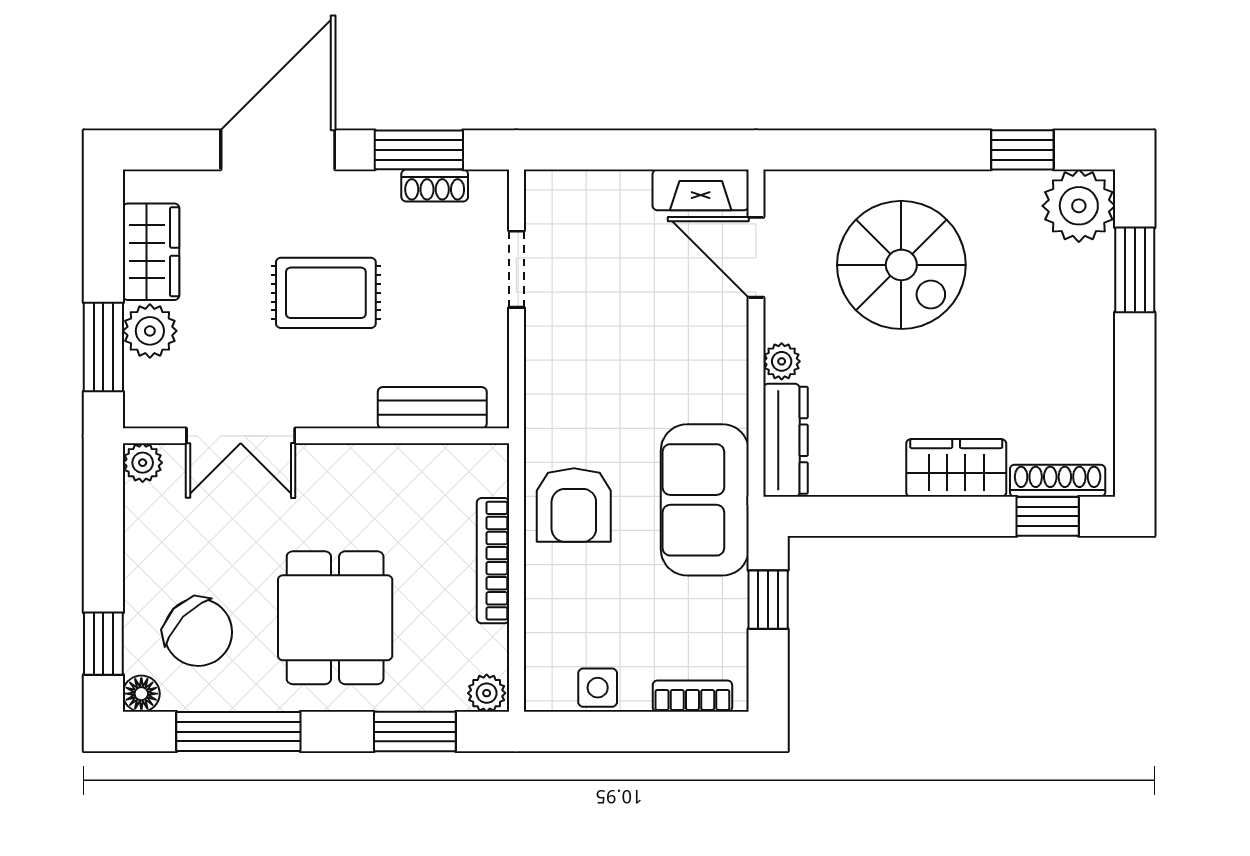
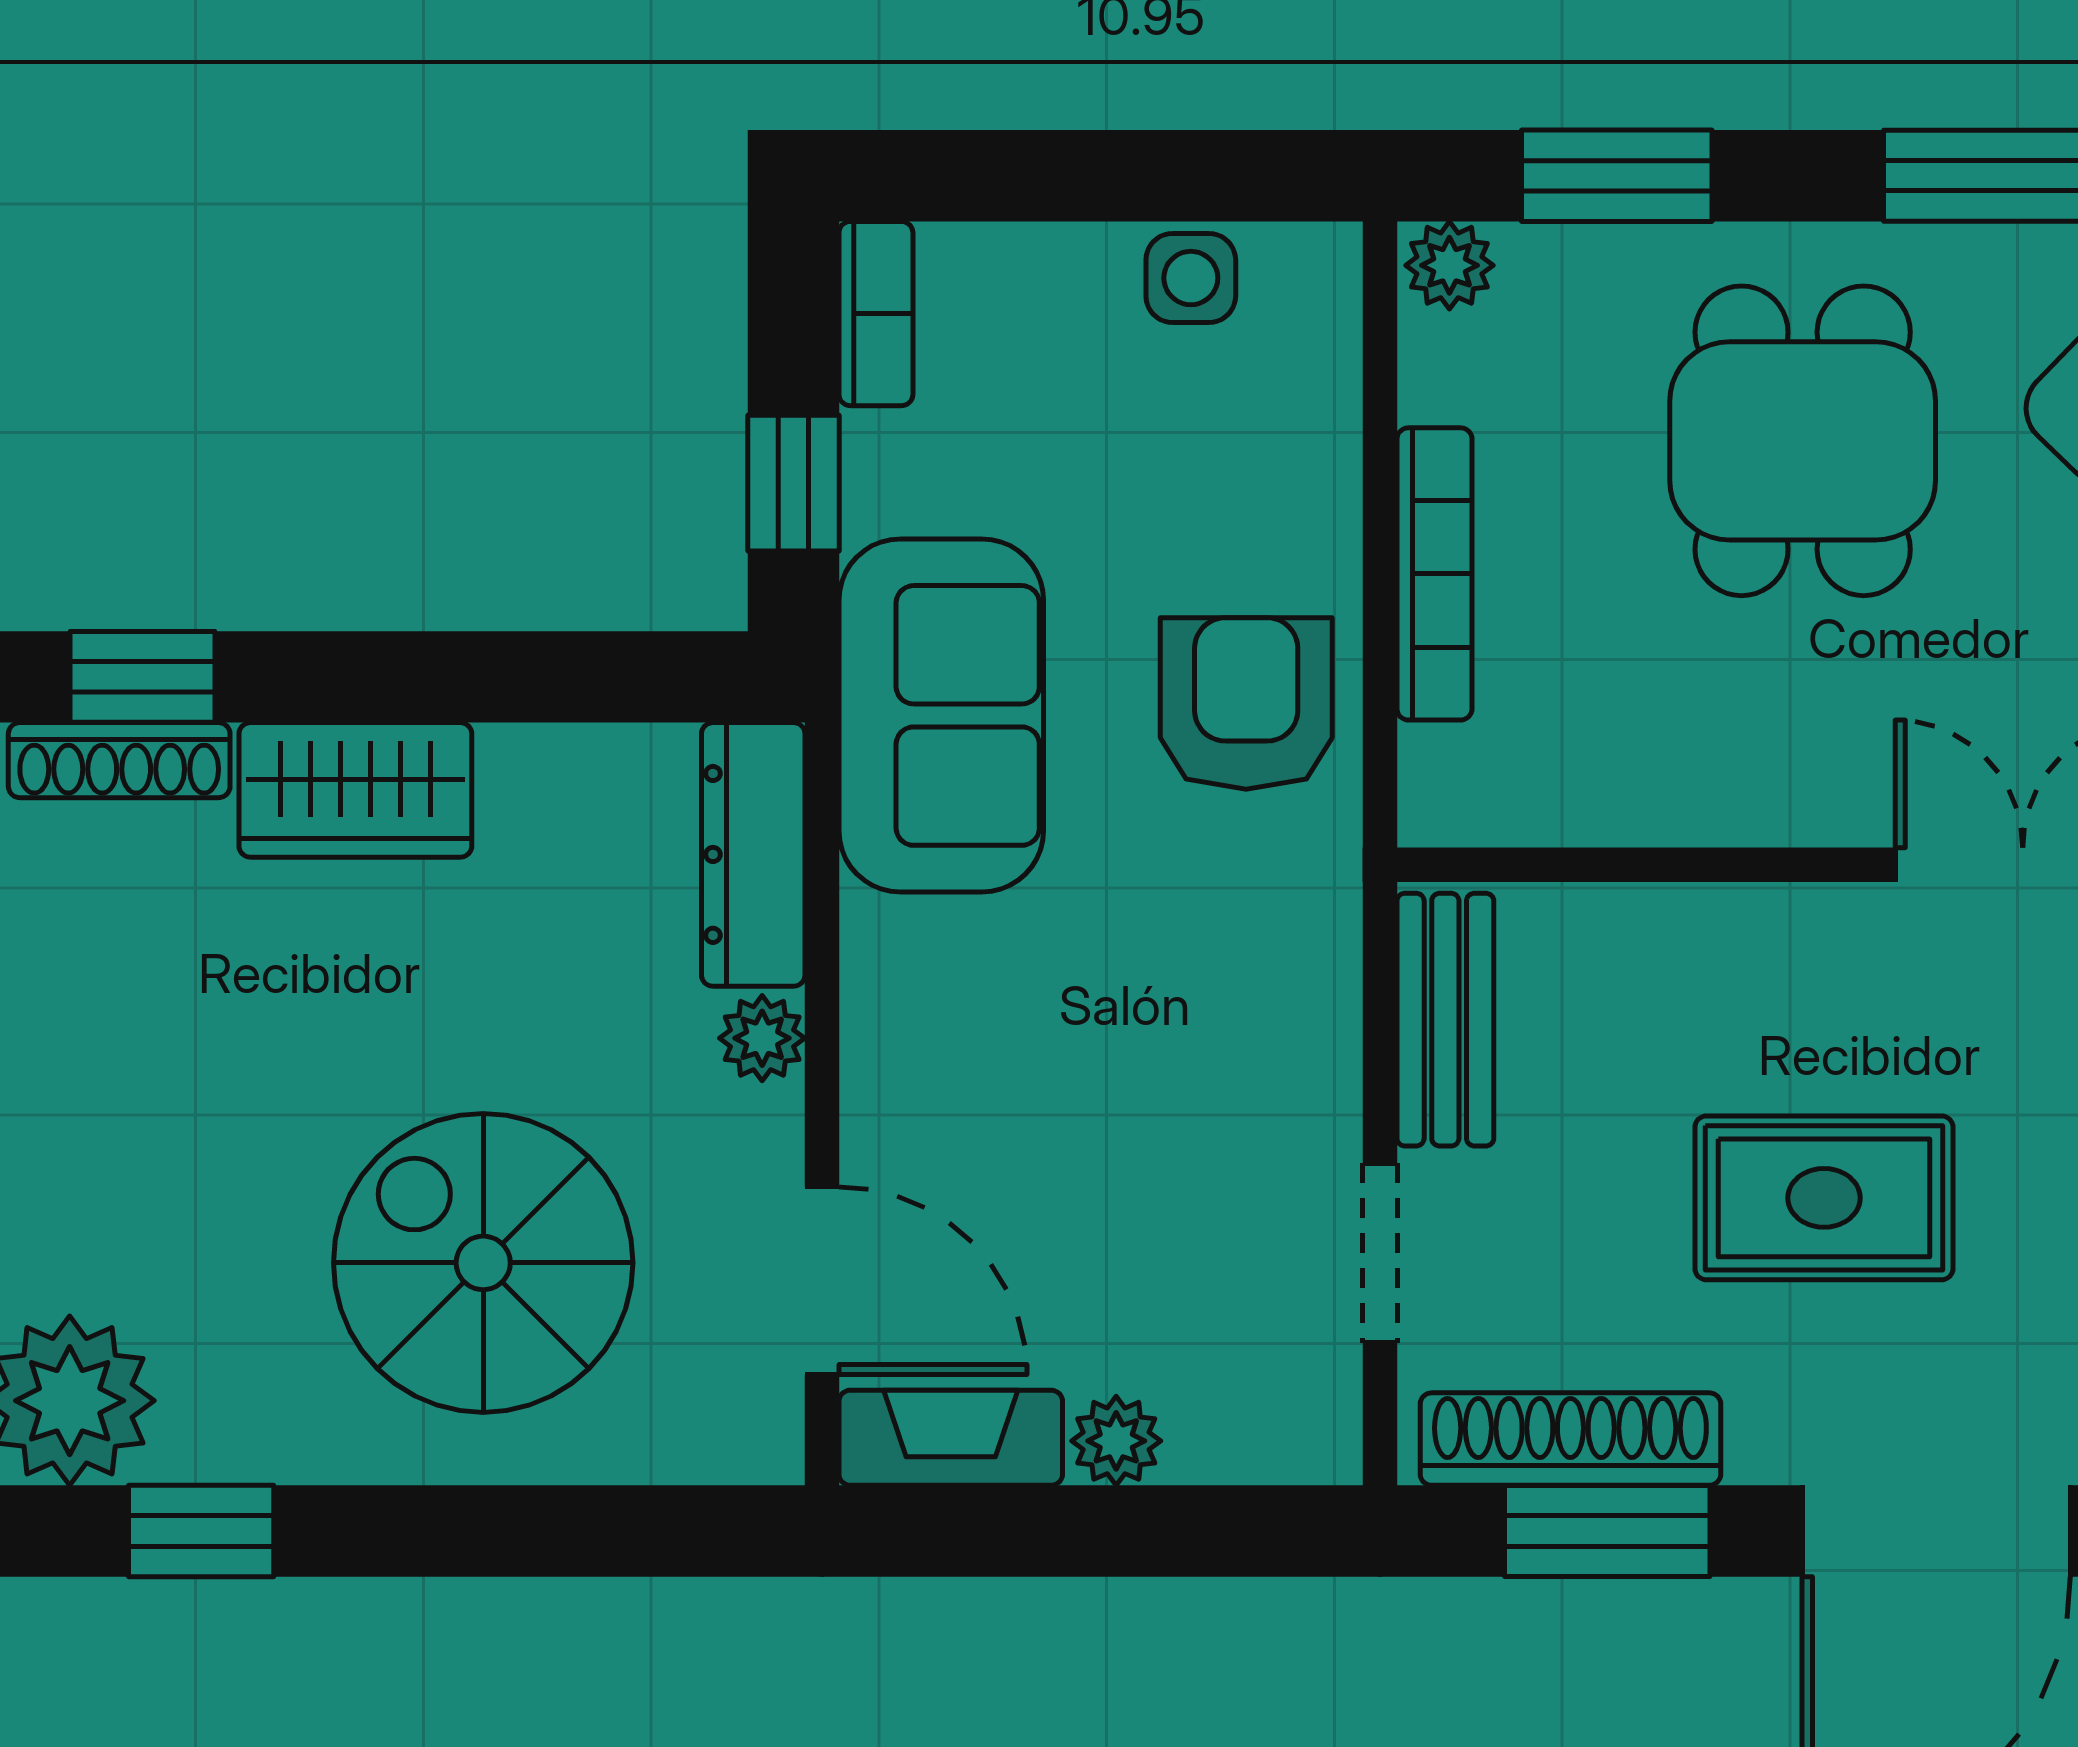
shoe rack: (435, 186) -> (1570, 1439), width x1.94, depth x1.24
plant: (630, 189) -> (1116, 1441), added
bench: (432, 408) -> (1445, 1020), moved, turned 90
bookcase: (692, 696) -> (876, 314), moved, turned -90

